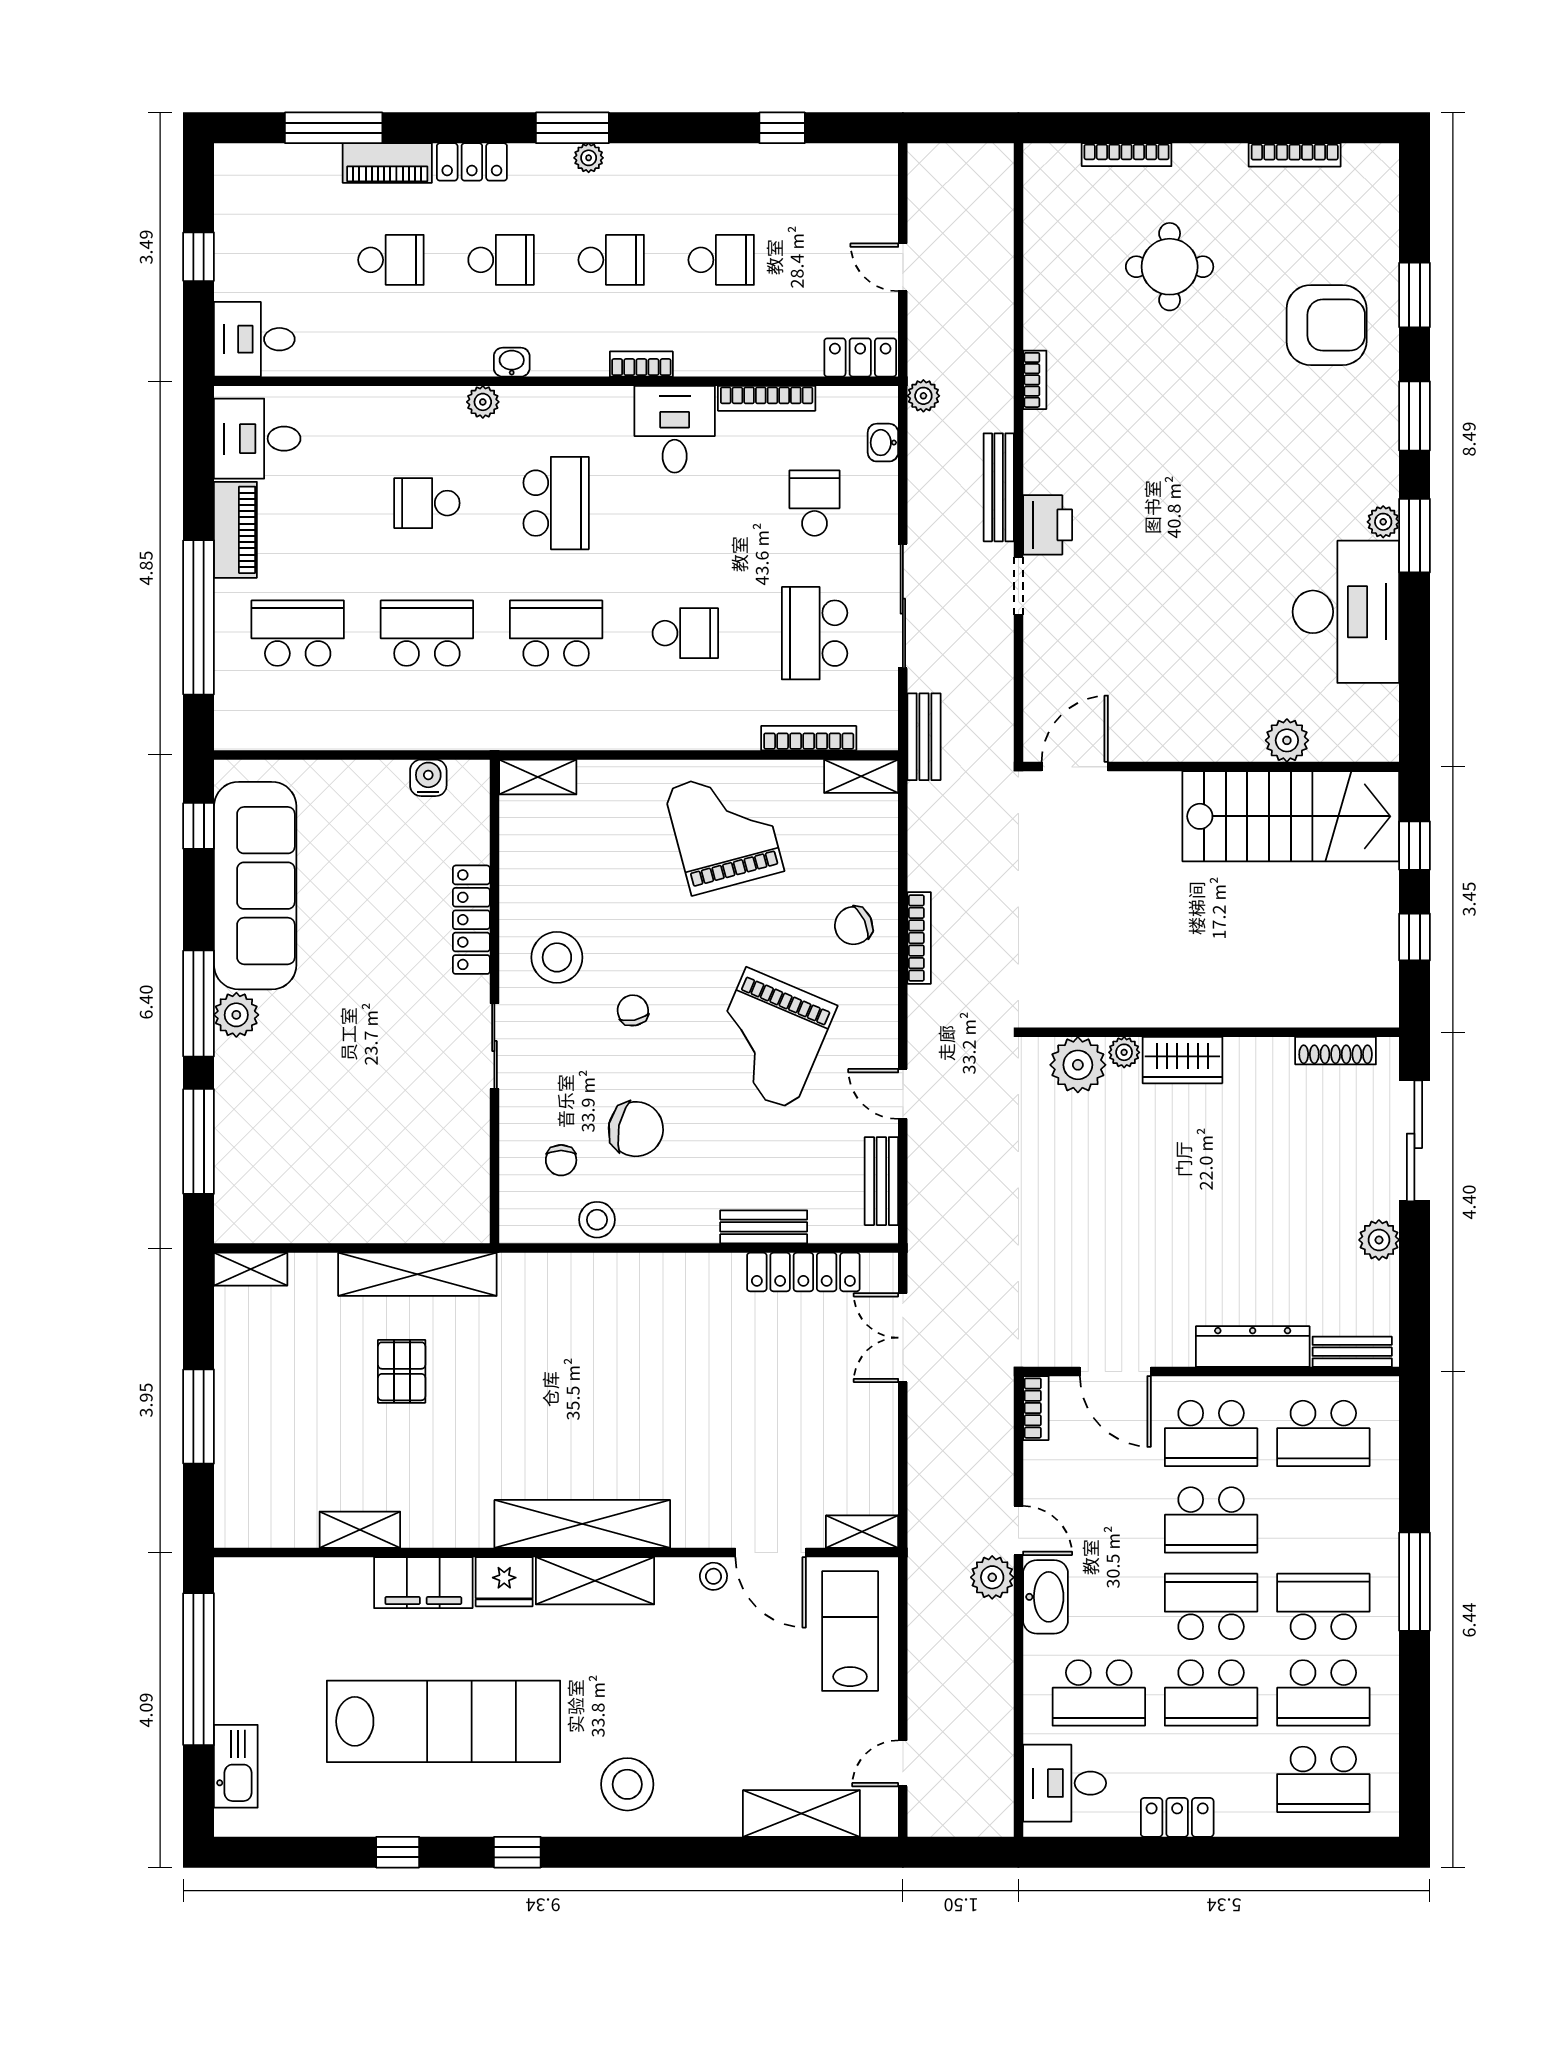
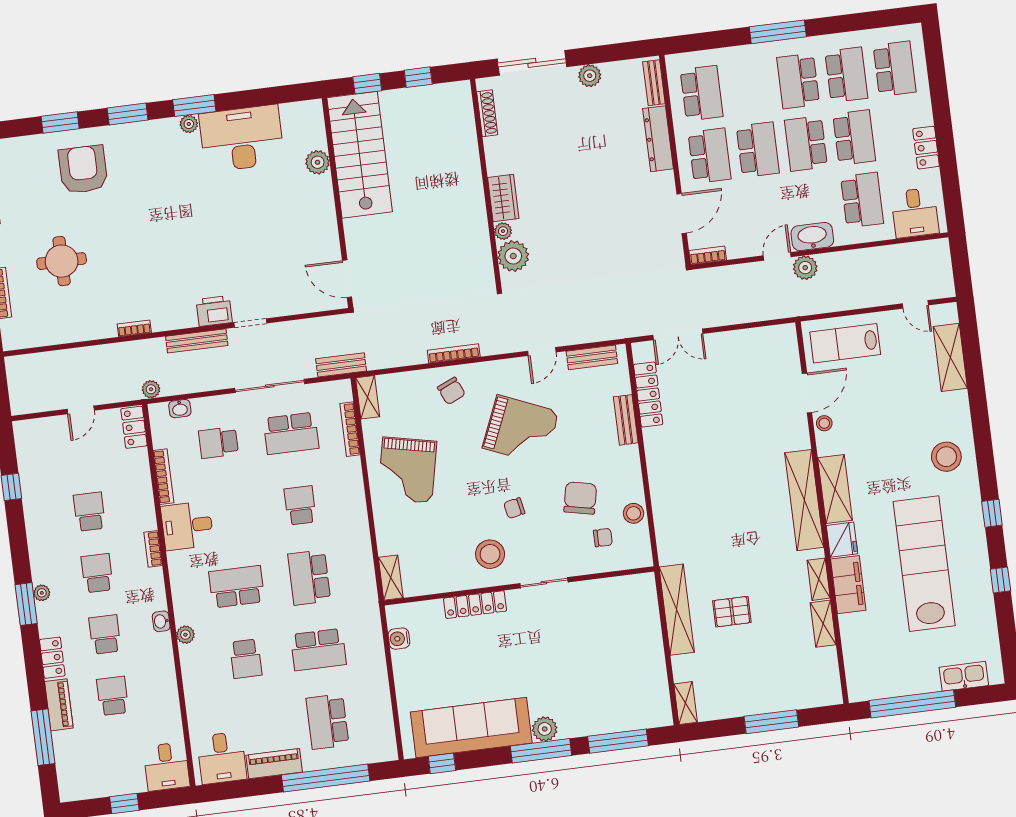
school desk: (427, 633) -> (318, 650), turned -90
grand piano: (724, 830) -> (407, 470), turned -63
shelving: (862, 1532) -> (819, 579), moved

